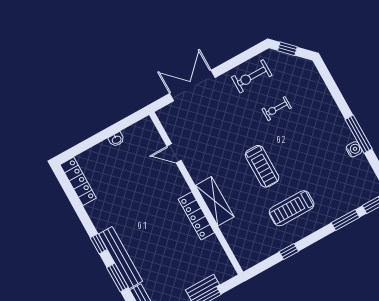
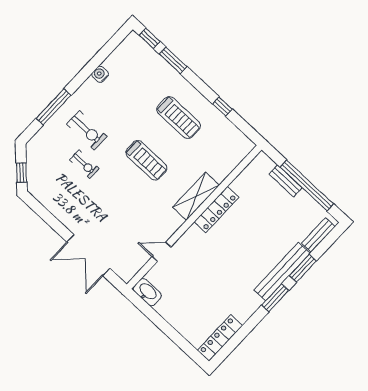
exercise bike: (252, 76) -> (87, 130), moved
window: (359, 134) -> (54, 107), moved
washbasin: (116, 139) -> (147, 292), moved, width x1.91, depth x1.45
door: (174, 153) -> (162, 252), swing flipped
treadmill: (262, 166) -> (146, 160), turned 90
window: (99, 244) -> (275, 298), width x1.50

